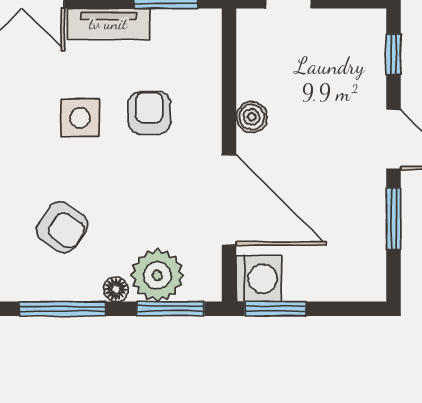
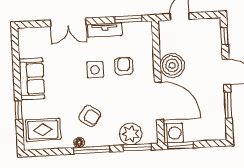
boiler: (252, 117) -> (172, 65), width x1.86, depth x1.86
floor lamp: (116, 289) -> (79, 142), moved

